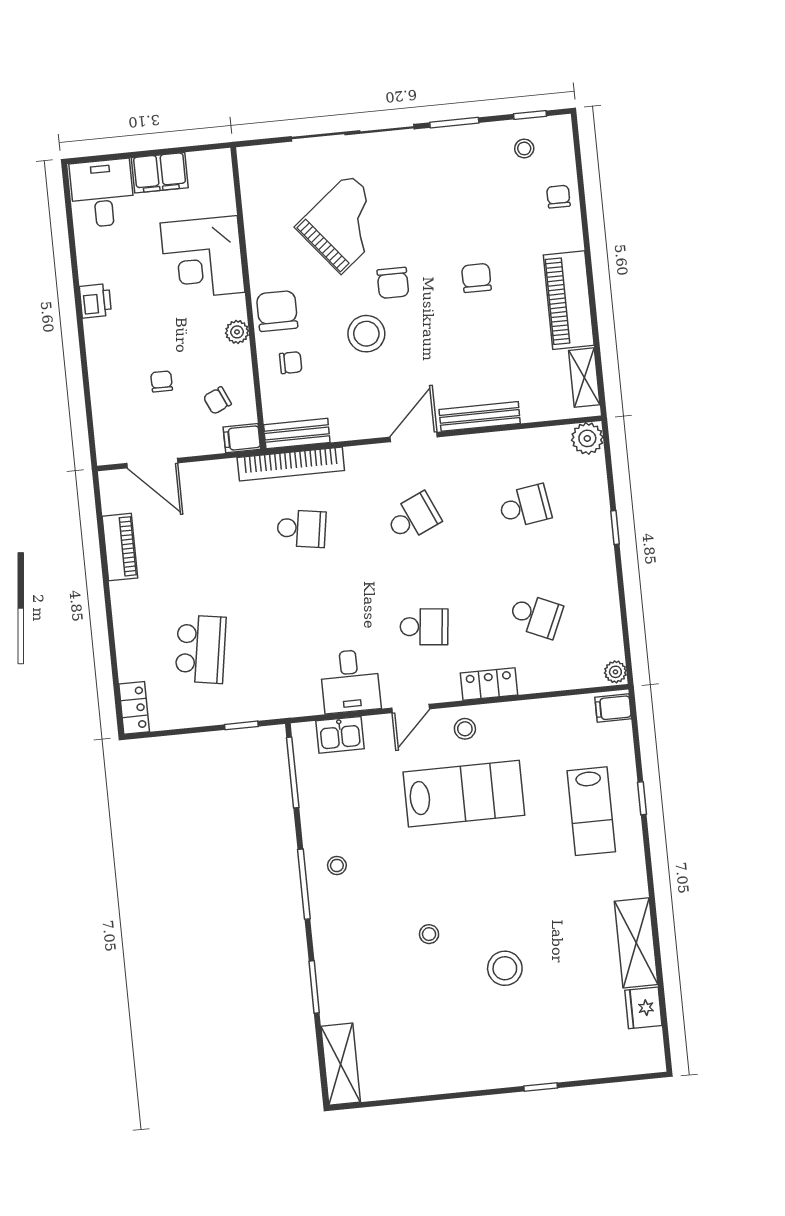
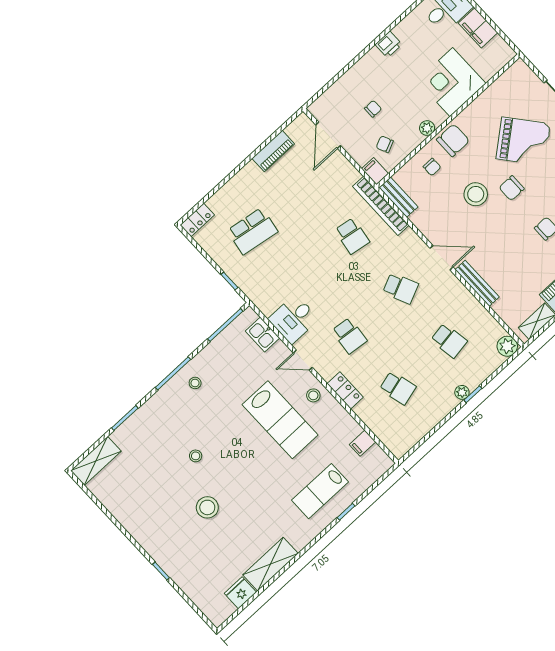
school desk: (536, 616) -> (398, 388), turned -39
plant: (615, 672) -> (462, 392), moved
filing cabinet: (613, 708) -> (363, 443), moved, turned -90

